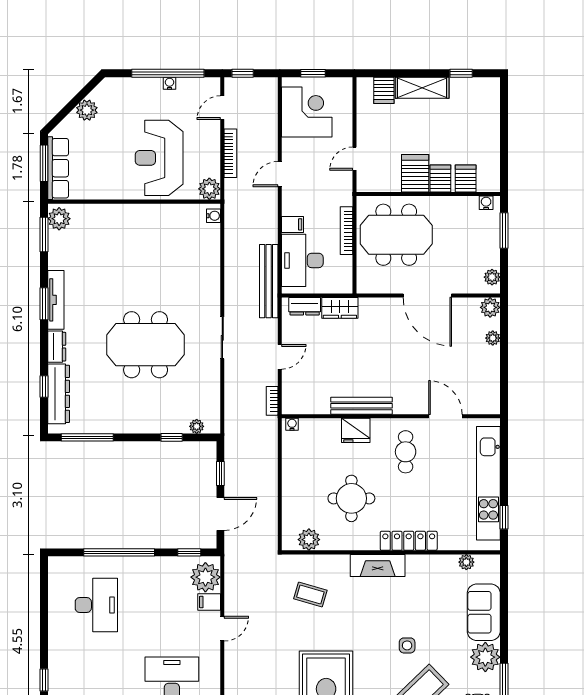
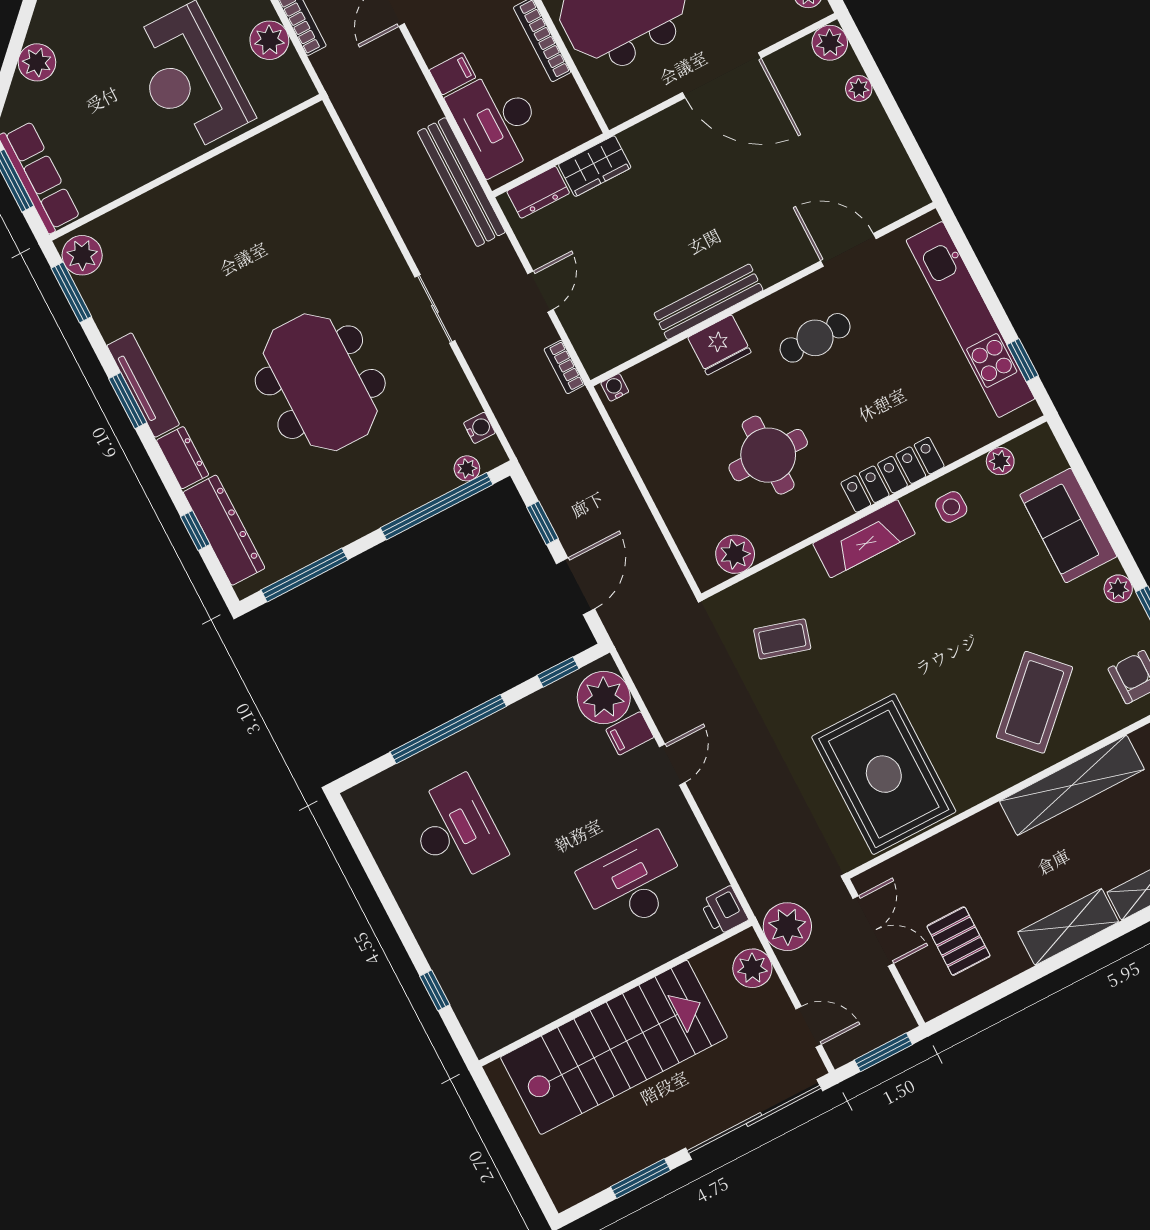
plant: (209, 189) -> (269, 40), moved
water cooler: (214, 216) -> (479, 428), moved
meeting table: (146, 345) -> (320, 382), turned 90
window: (172, 437) -> (437, 506), width x3.17
cafe table: (406, 452) -> (815, 338), turned 90
side table: (407, 645) -> (951, 507), moved
plant: (485, 657) -> (1118, 589), width x0.53, depth x0.53

